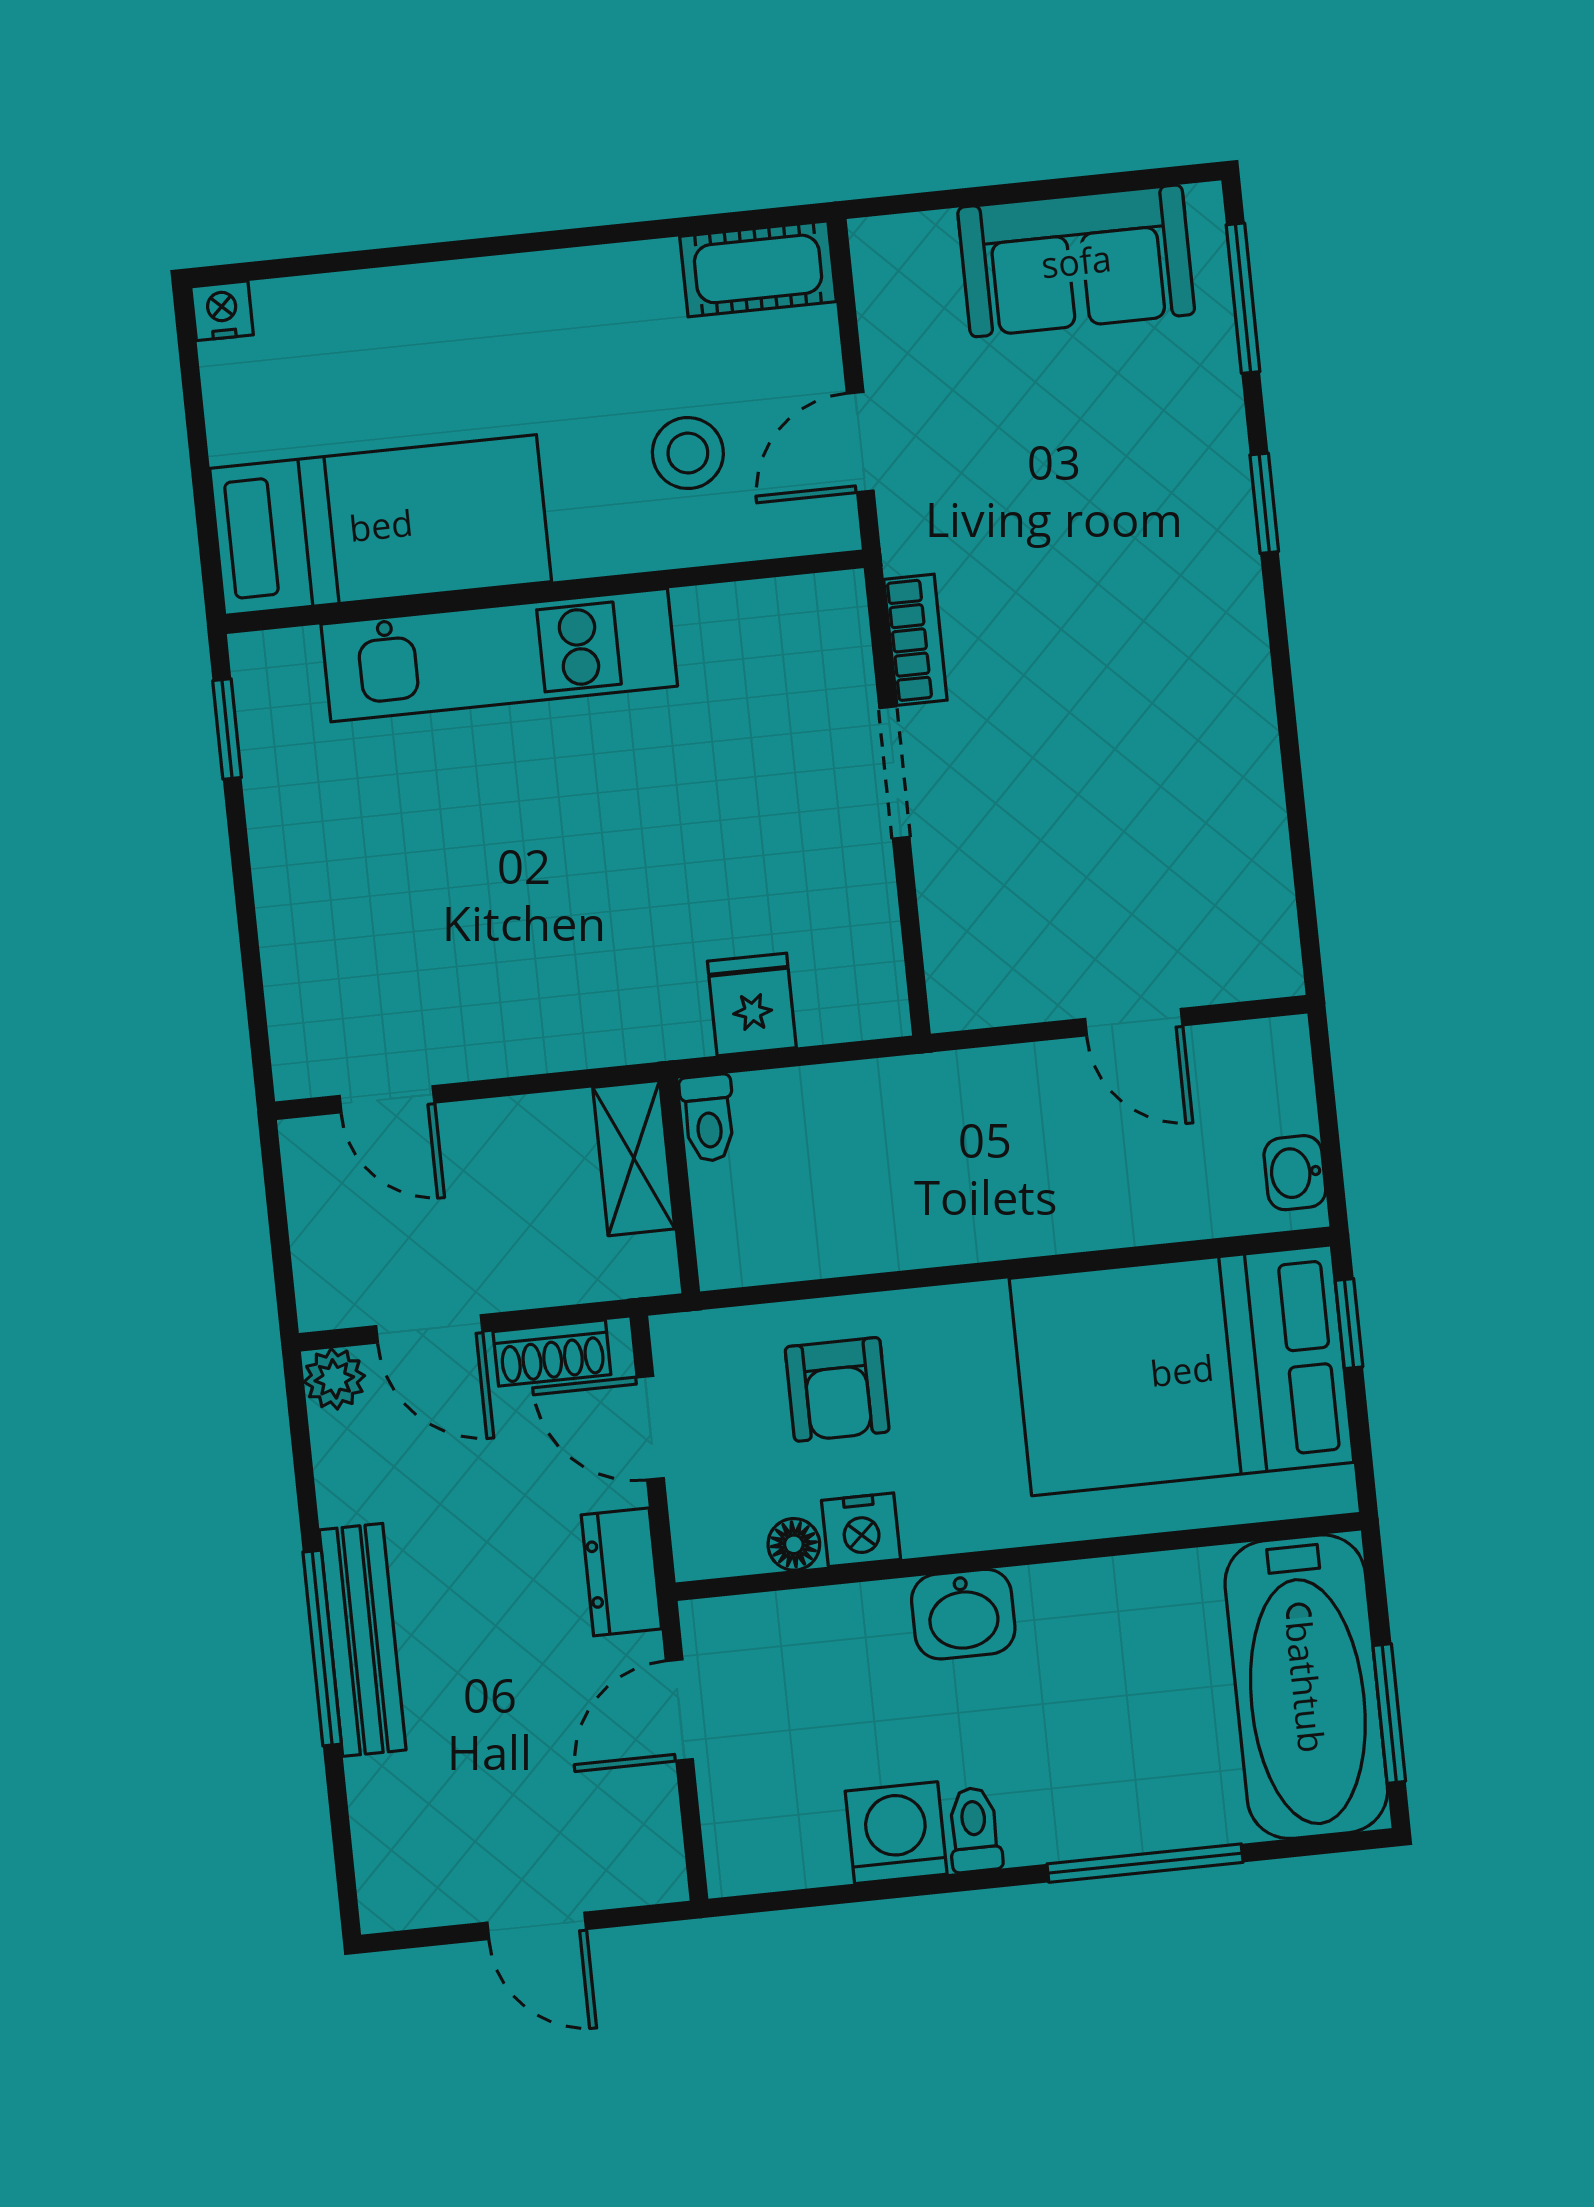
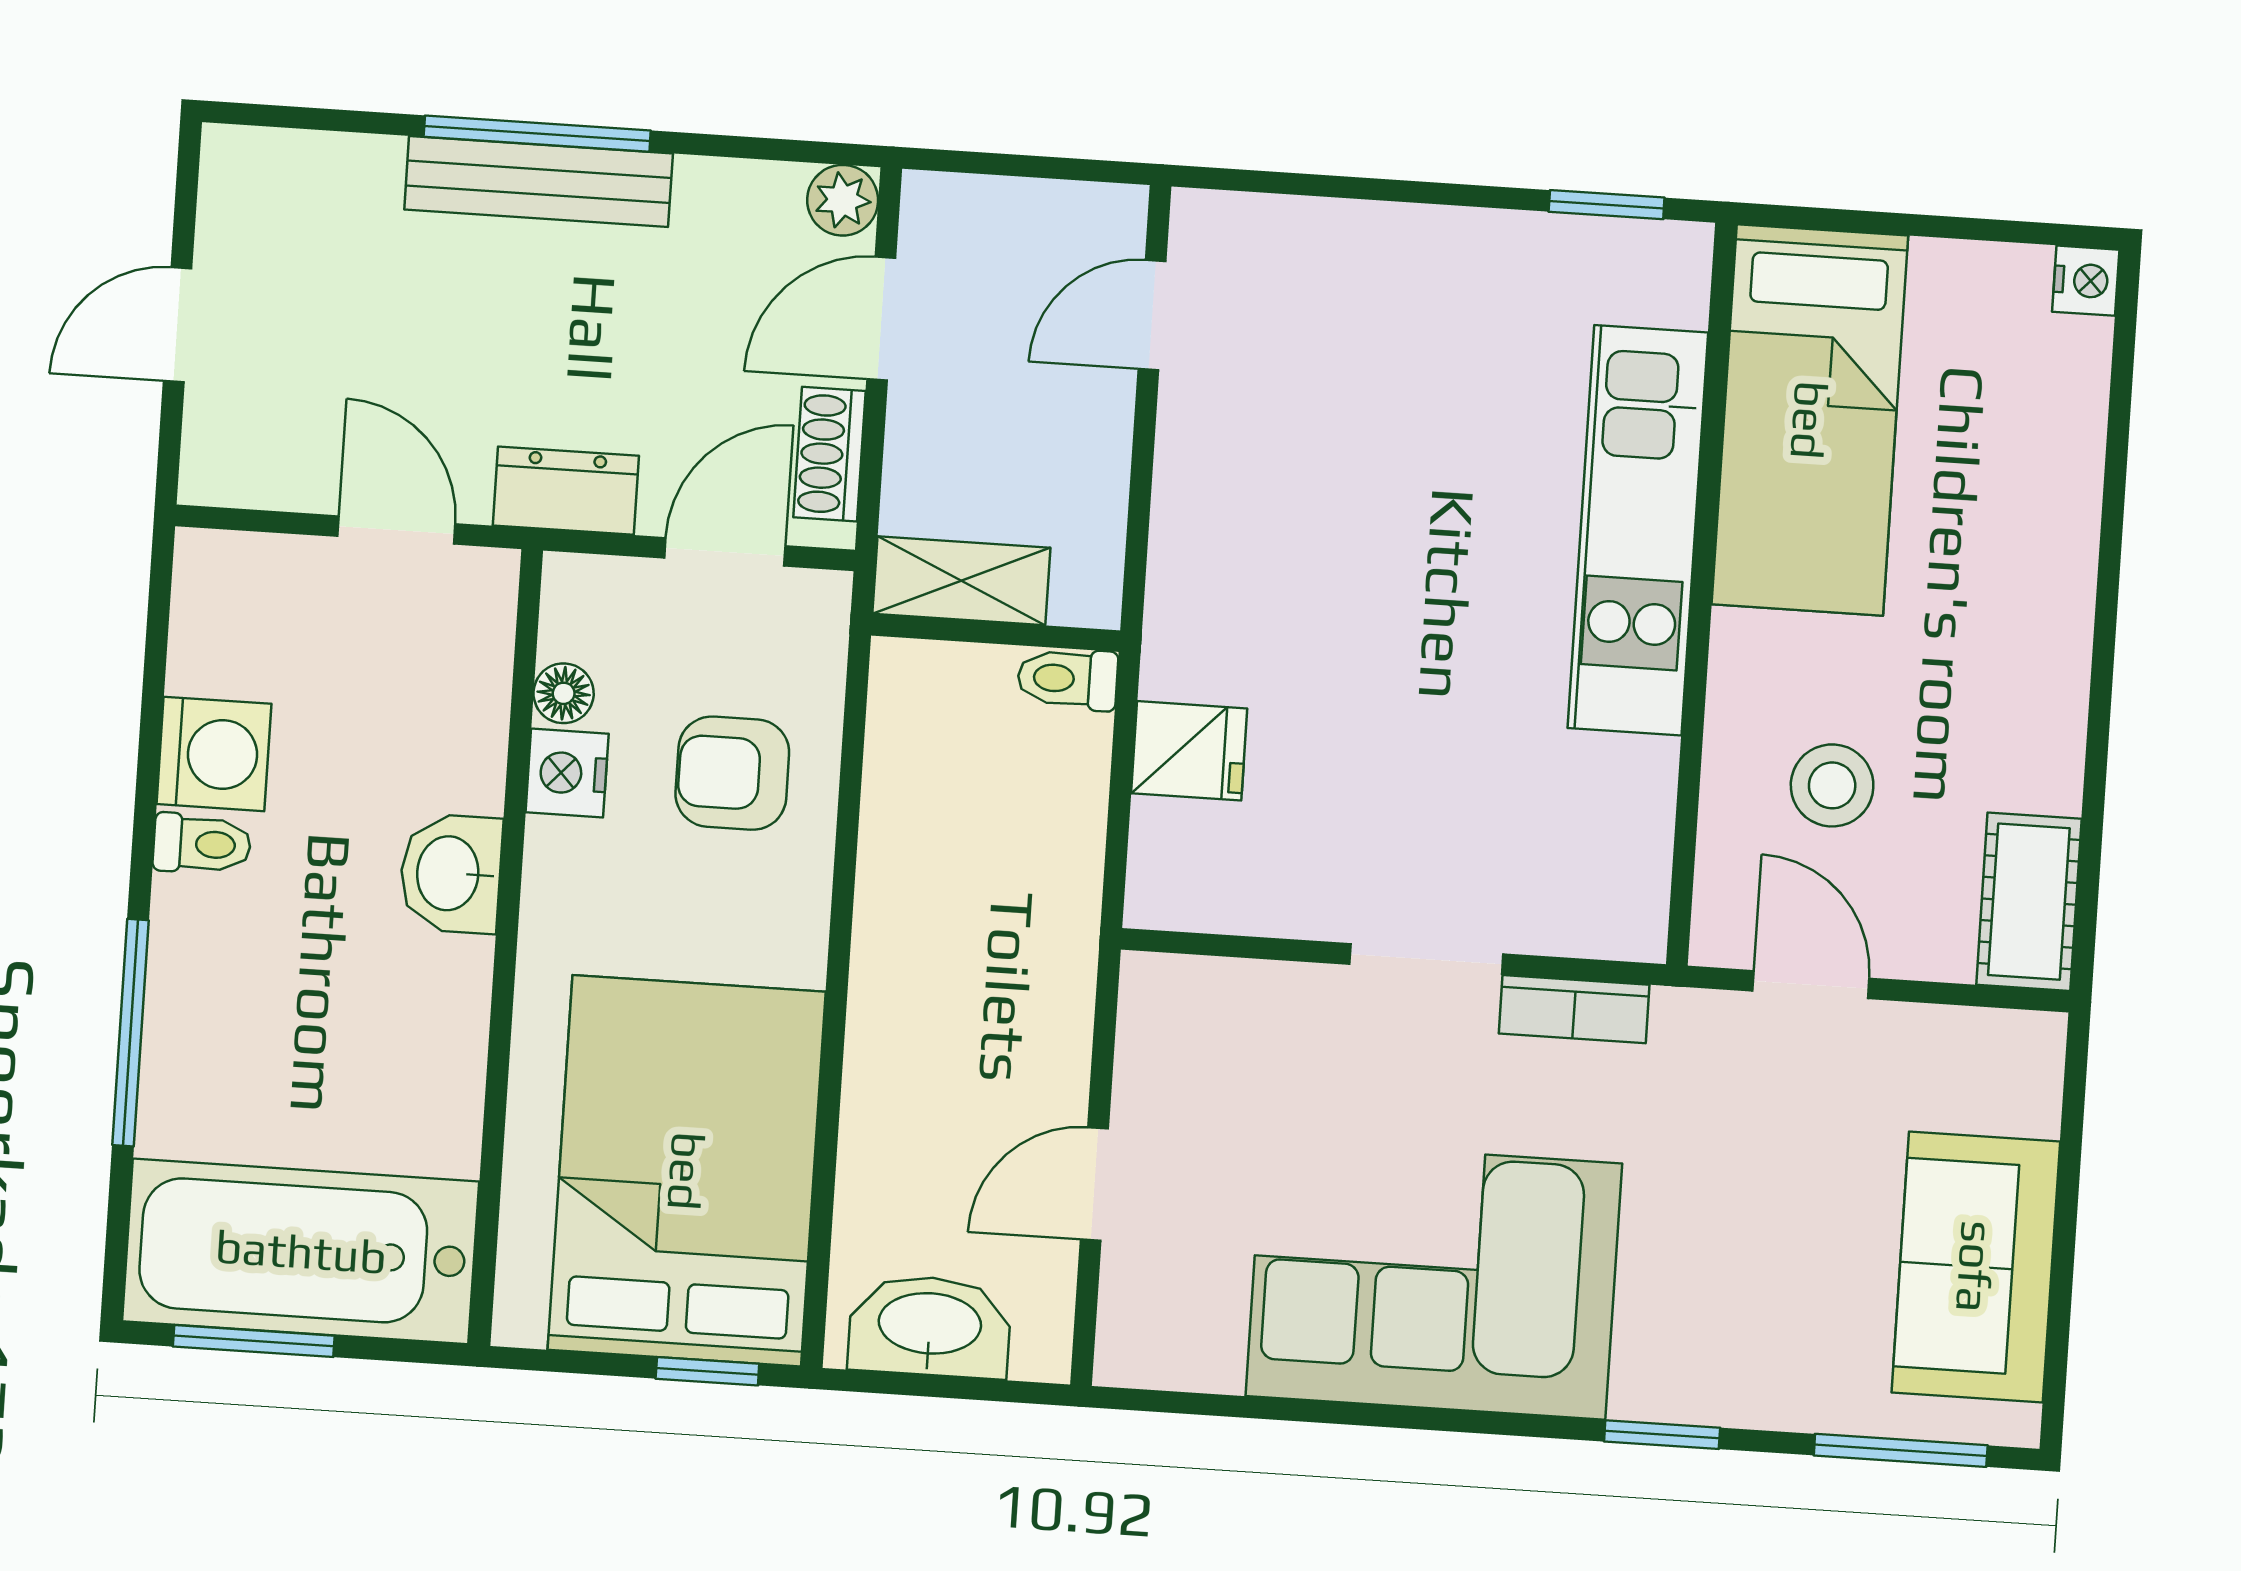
corner sofa: (1166, 720) -> (1434, 1280), added
shelving: (634, 1158) -> (961, 581), moved
washbasin: (1295, 1173) -> (930, 1326), width x1.91, depth x1.45

